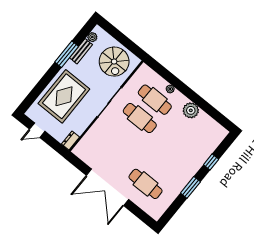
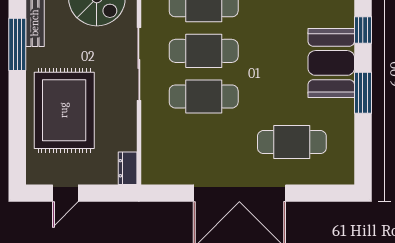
cafe table: (125, 136) -> (204, 96), added
booth: (187, 165) -> (331, 63), added

